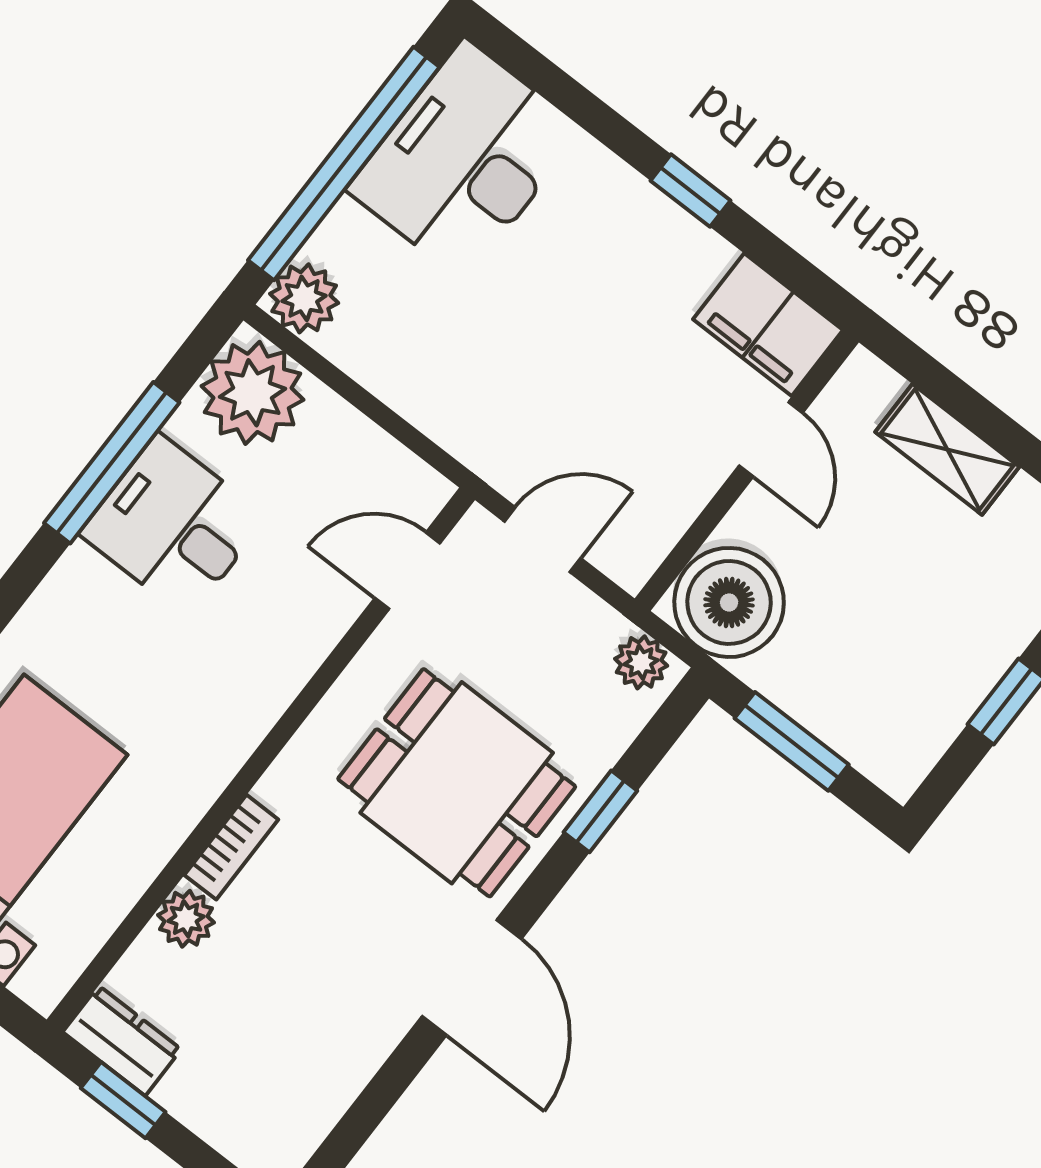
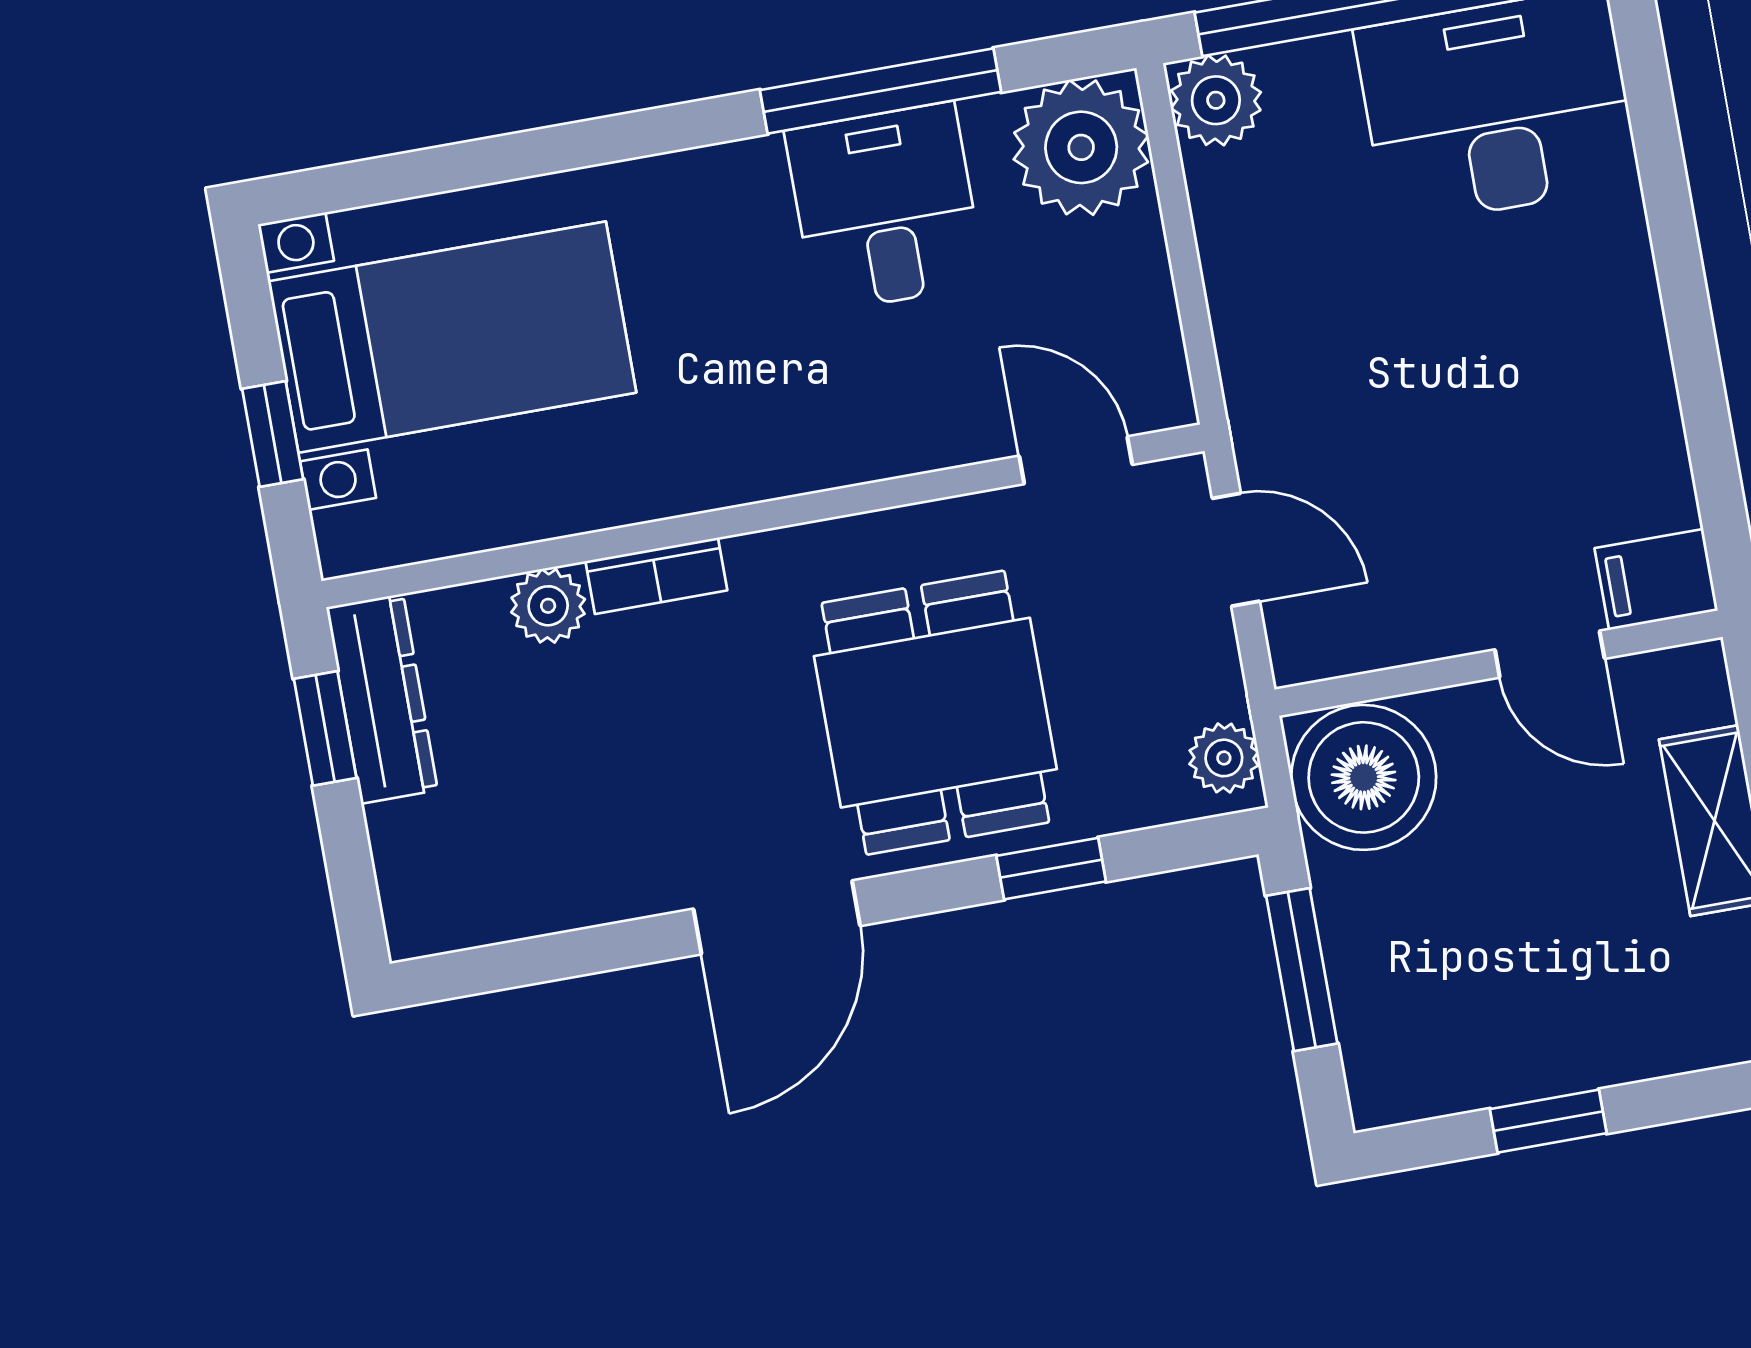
window: (690, 191) -> (1692, 338), removed
filing cabinet: (768, 325) -> (1656, 579), width x0.50
door: (771, 439) -> (1550, 654), hinge flipped
dresser: (122, 1041) -> (382, 699), width x1.44

